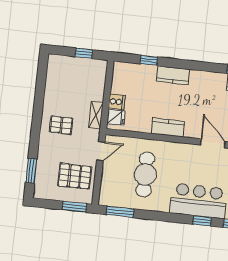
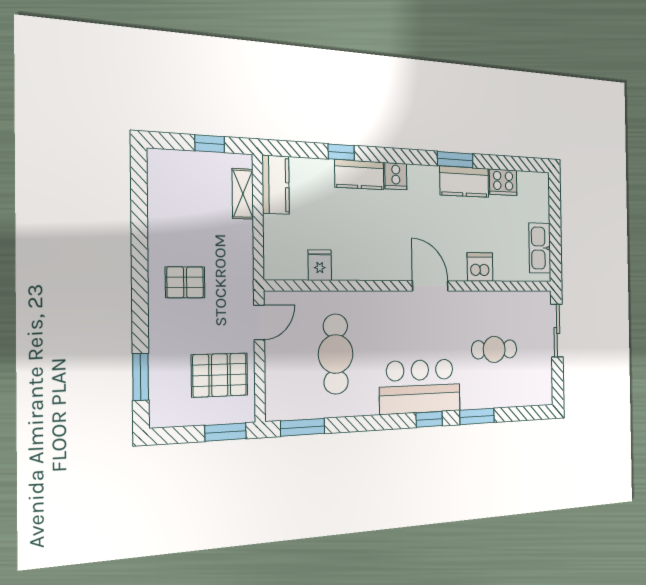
window: (149, 60) -> (341, 152), moved
cooker: (117, 102) -> (396, 176), moved, turned 90
shelving: (96, 115) -> (243, 194), moved
fridge: (116, 117) -> (320, 265), moved, turned -90
kitchen counter: (168, 128) -> (276, 185), moved, turned 90

